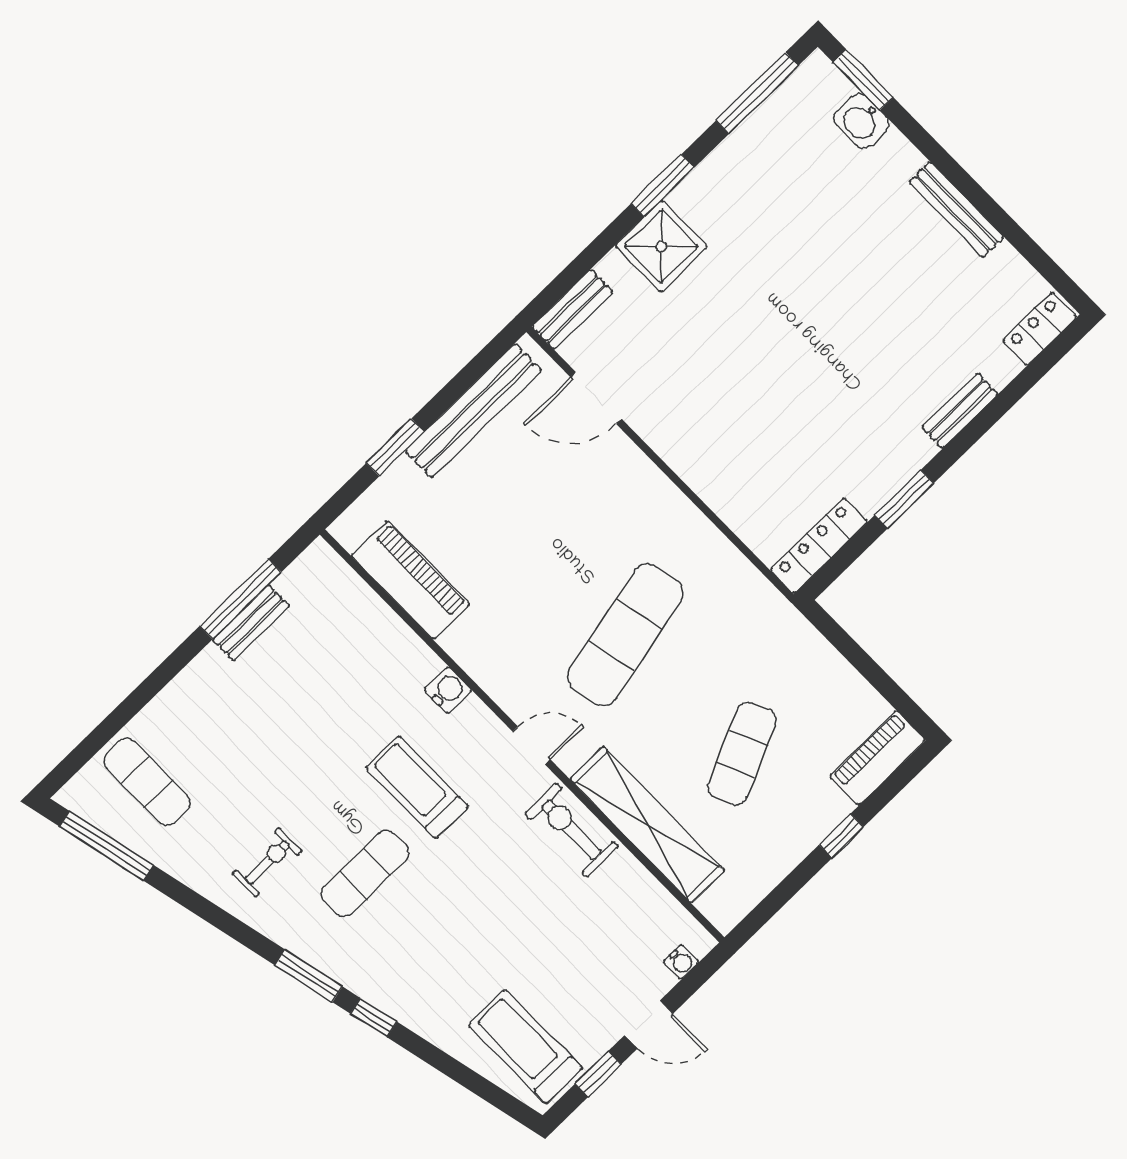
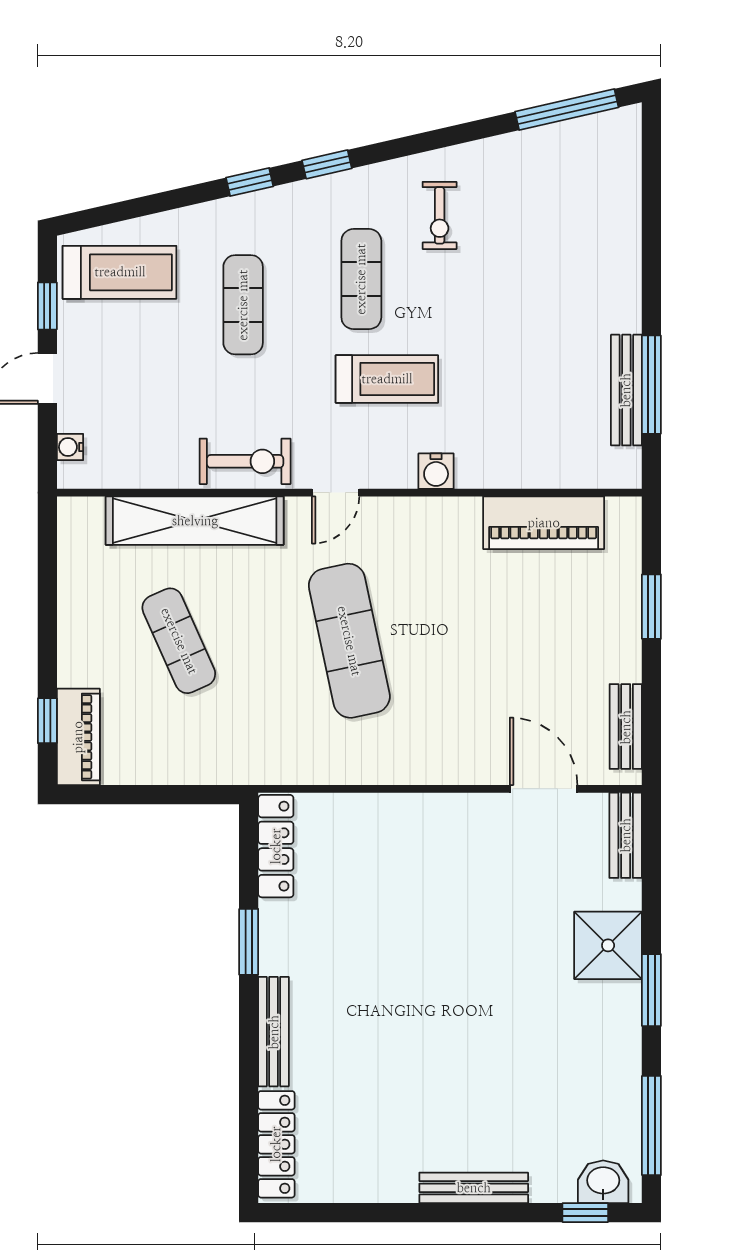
window: (863, 80) -> (585, 1213), width x0.67
washbasin: (861, 121) -> (603, 1182), moved
bench: (956, 209) -> (474, 1188), moved
locker: (1040, 329) -> (276, 1144), width x1.53
door: (596, 398) -> (544, 789), hinge flipped
bench: (473, 411) -> (626, 727), width x0.54, depth x0.82
bench: (960, 411) -> (274, 1032), width x1.36
bench: (251, 623) -> (626, 390), width x1.36
exercise mat: (147, 782) -> (243, 305), moved, turned 90
window: (841, 836) -> (47, 721), moved
window: (309, 976) -> (327, 164), width x0.67

